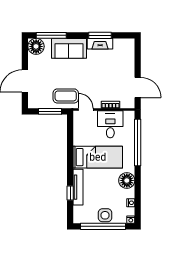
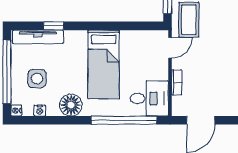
desk: (110, 124) -> (149, 98), moved
tv unit: (78, 187) -> (38, 37), moved
side table: (105, 215) -> (37, 79), moved

